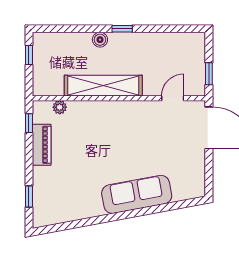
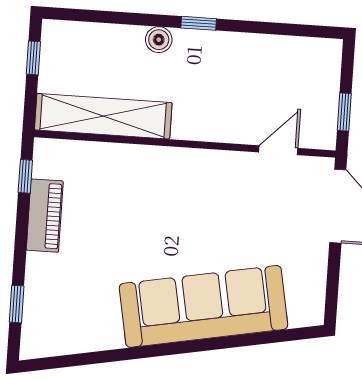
shelving: (103, 86) -> (103, 116), moved
plant: (60, 107) -> (81, 153), removed
sofa: (137, 194) -> (204, 306), width x1.36, depth x1.27

